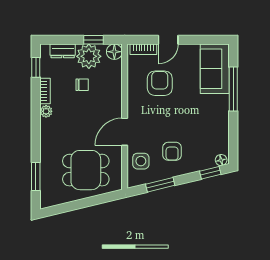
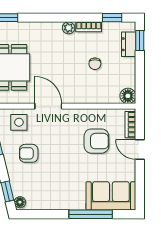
window: (94, 40) -> (140, 41), moved
plant: (89, 56) -> (123, 70), removed

